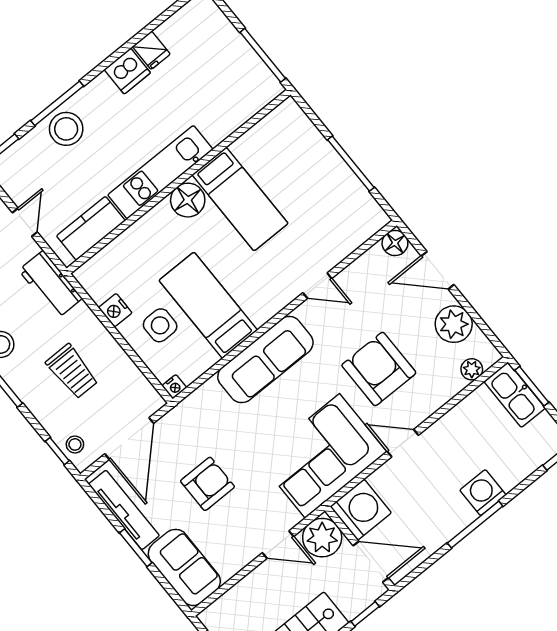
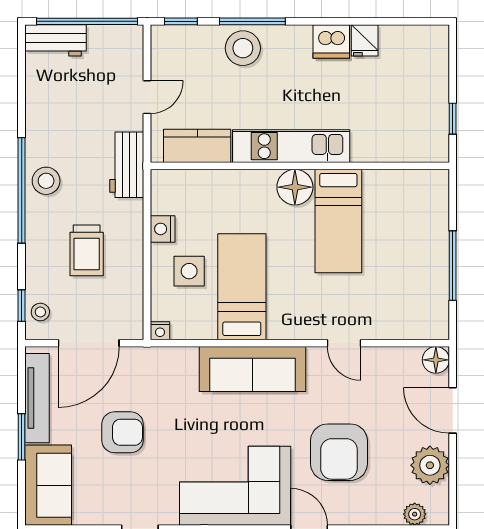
window: (263, 55) -> (453, 119), width x0.46
armchair: (379, 369) -> (339, 452), turned 180

